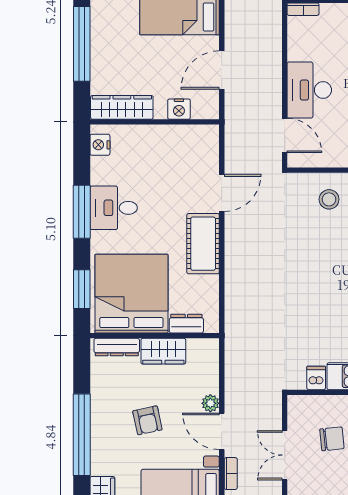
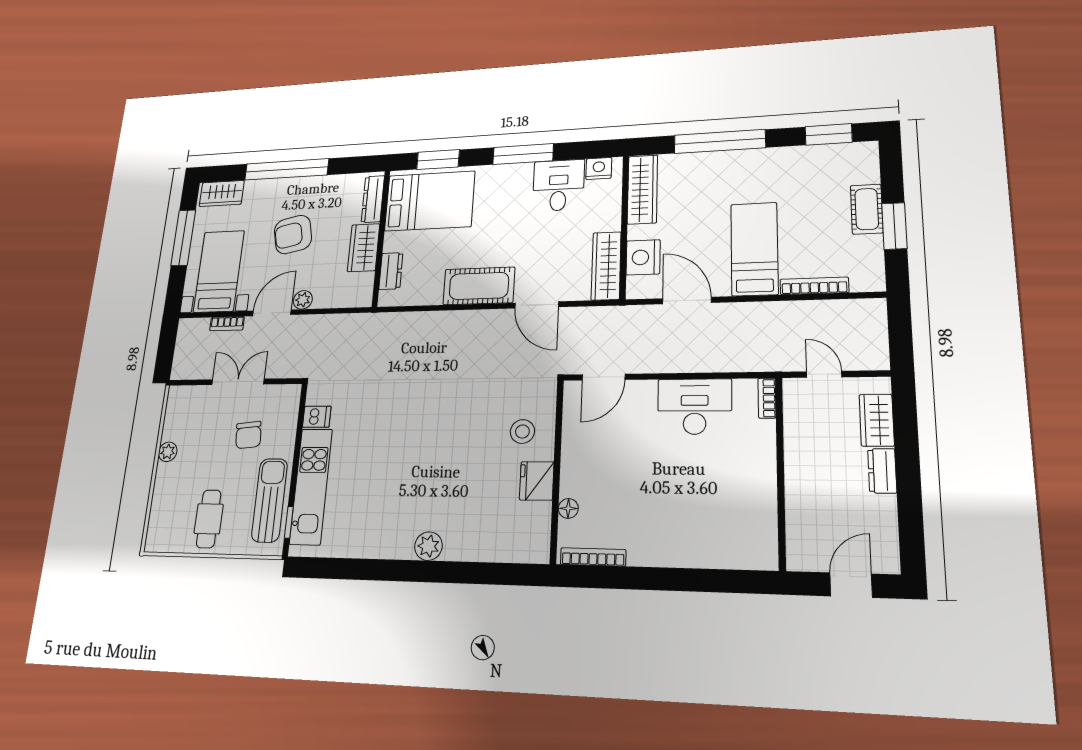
desk: (309, 90) -> (695, 407), moved
nightstand: (179, 109) -> (643, 257), width x1.36, depth x1.33
wardrobe: (189, 136) -> (606, 266), added
desk: (114, 208) -> (559, 185), moved
bed: (131, 294) -> (430, 201), width x0.73
armchair: (147, 420) -> (293, 235), width x1.38, depth x1.38

